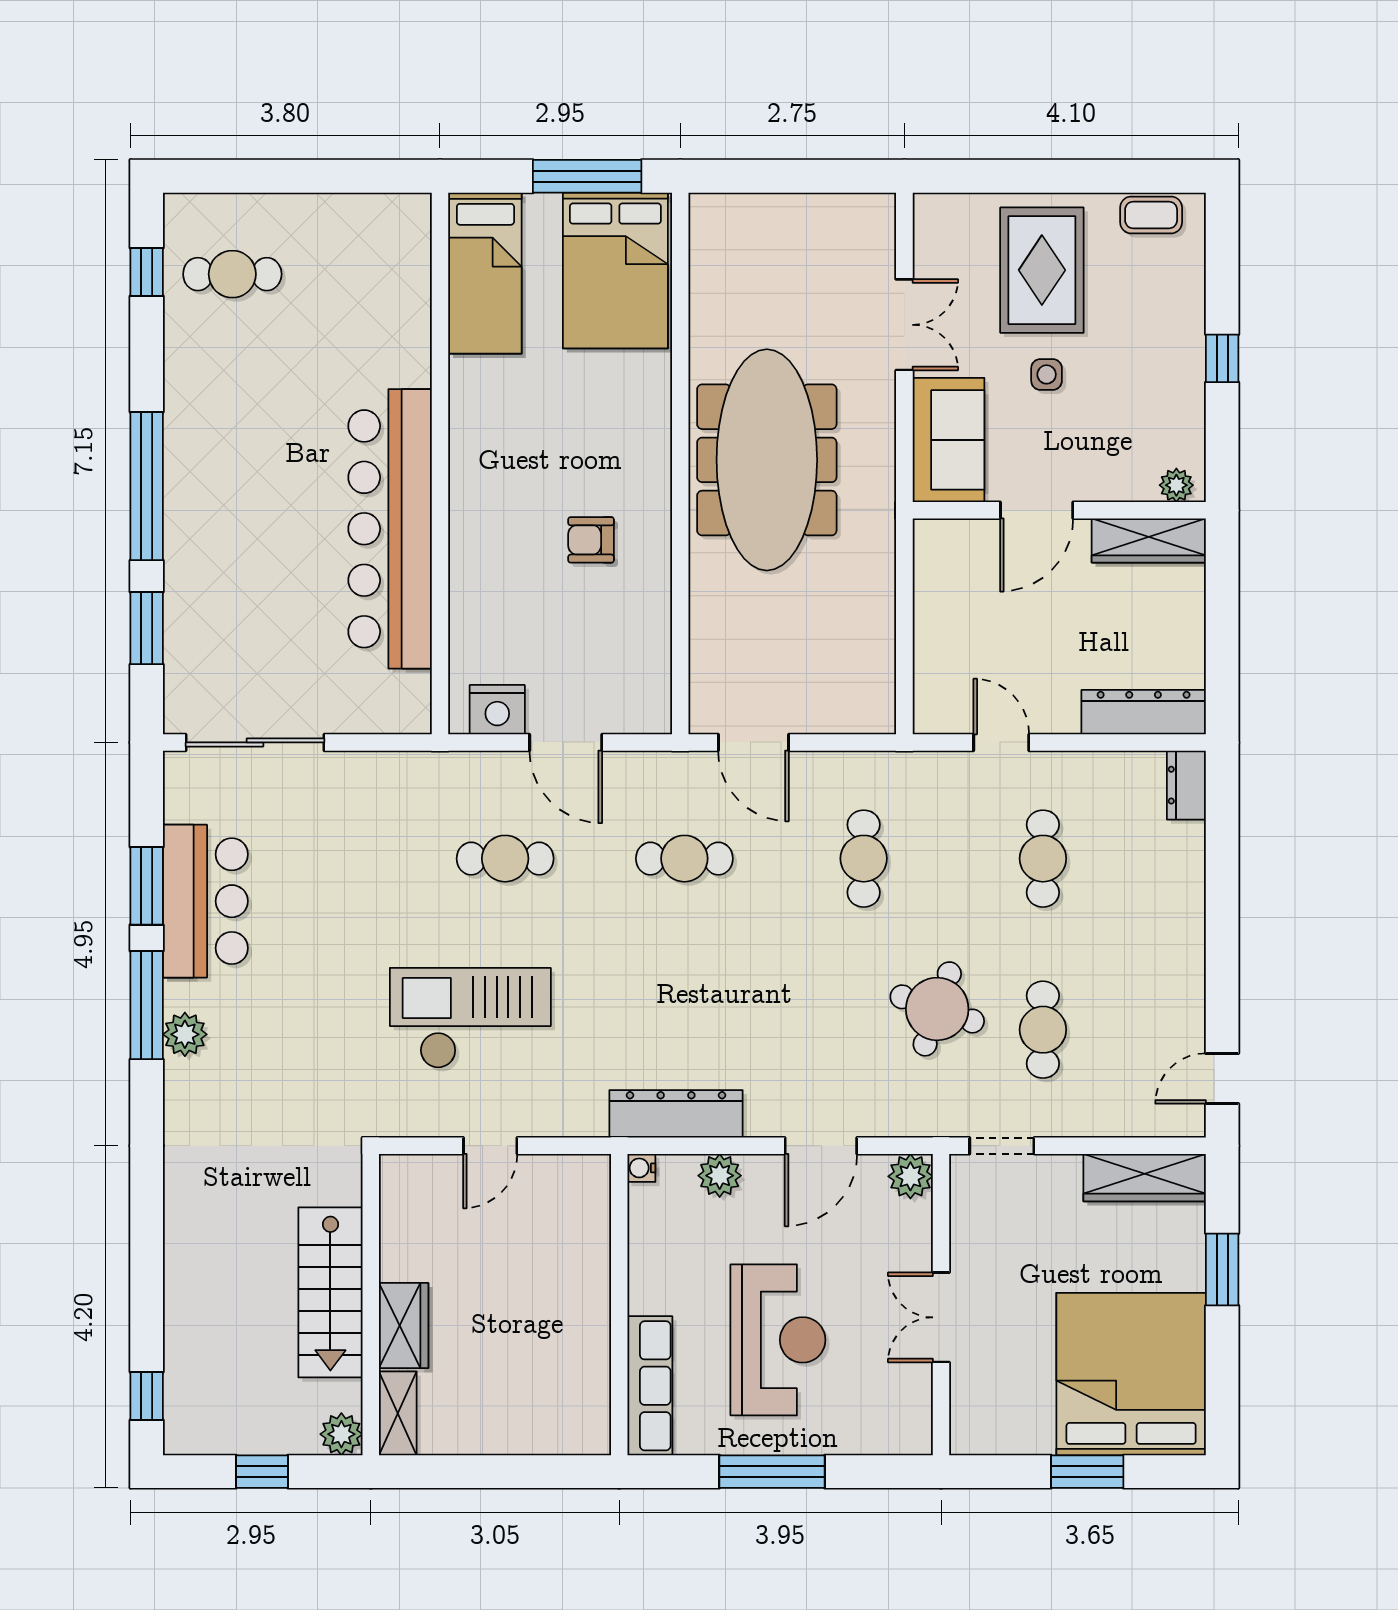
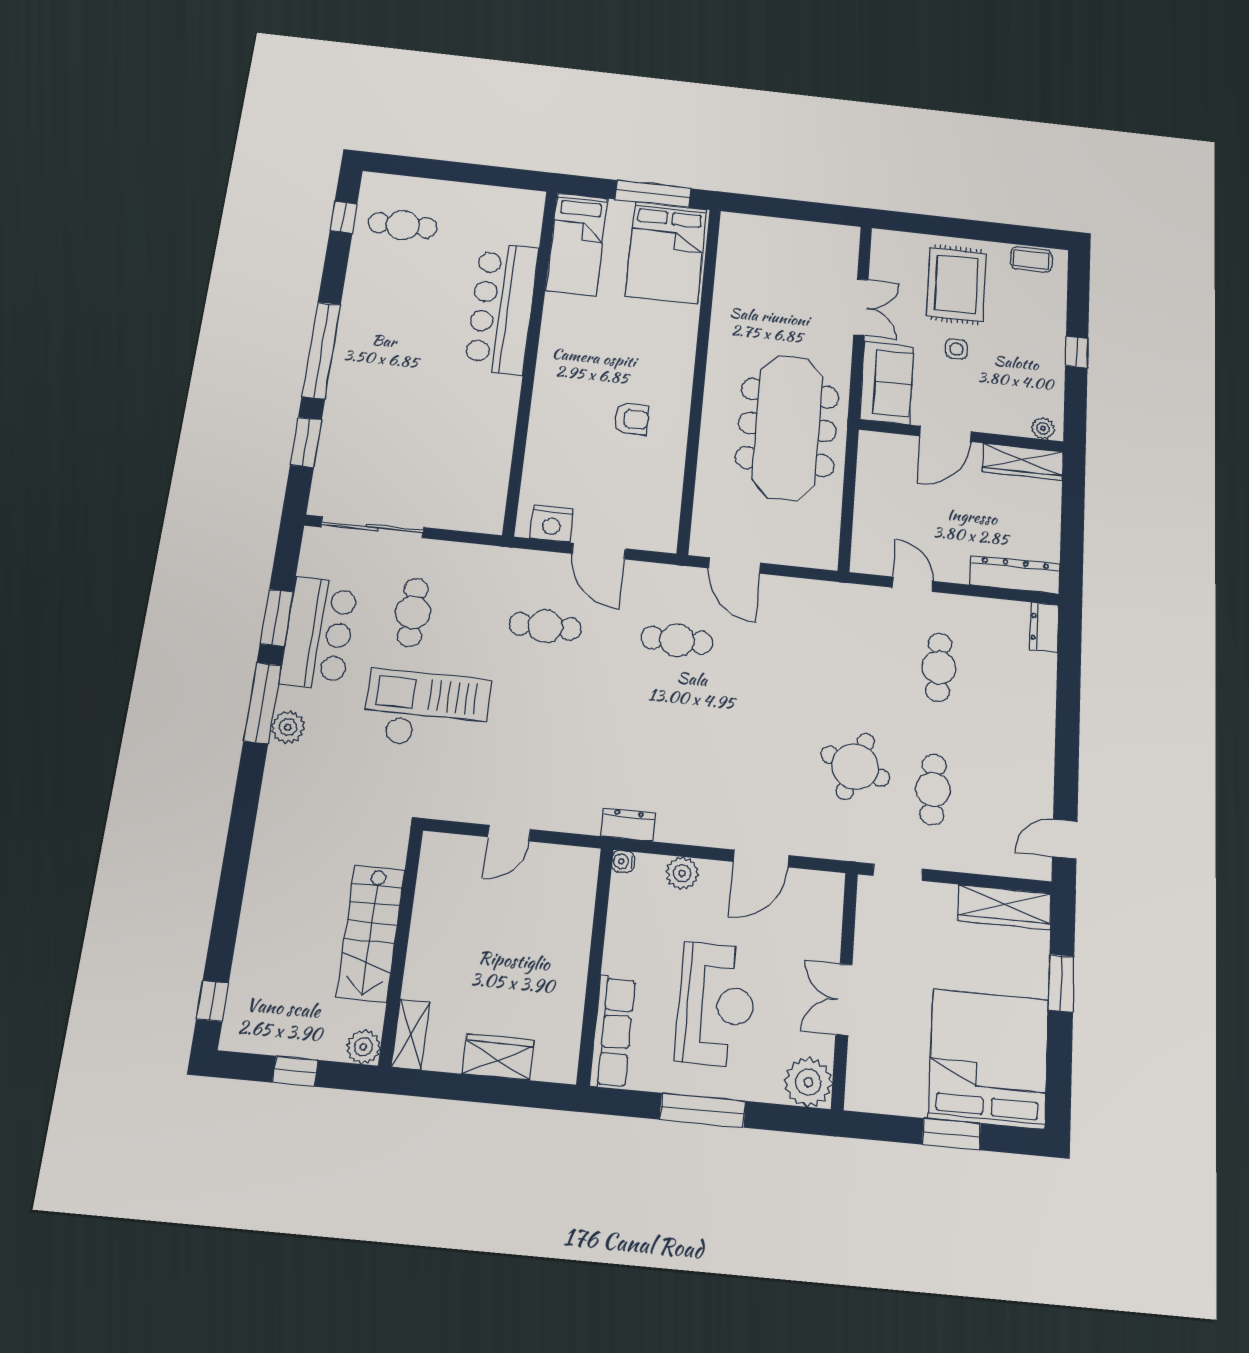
meeting table: (767, 460) -> (787, 427), moved
bar counter: (390, 529) -> (502, 308), moved, width x0.73
armchair: (591, 540) -> (631, 419), turned 180
cafe table: (864, 859) -> (413, 613), moved
checkout: (470, 1018) -> (427, 710), moved
dresser: (676, 1114) -> (628, 825), width x0.51, depth x0.80
plant: (910, 1176) -> (808, 1082), moved, width x1.36, depth x1.36
wardrobe: (404, 1326) -> (498, 1057), moved, turned -90

